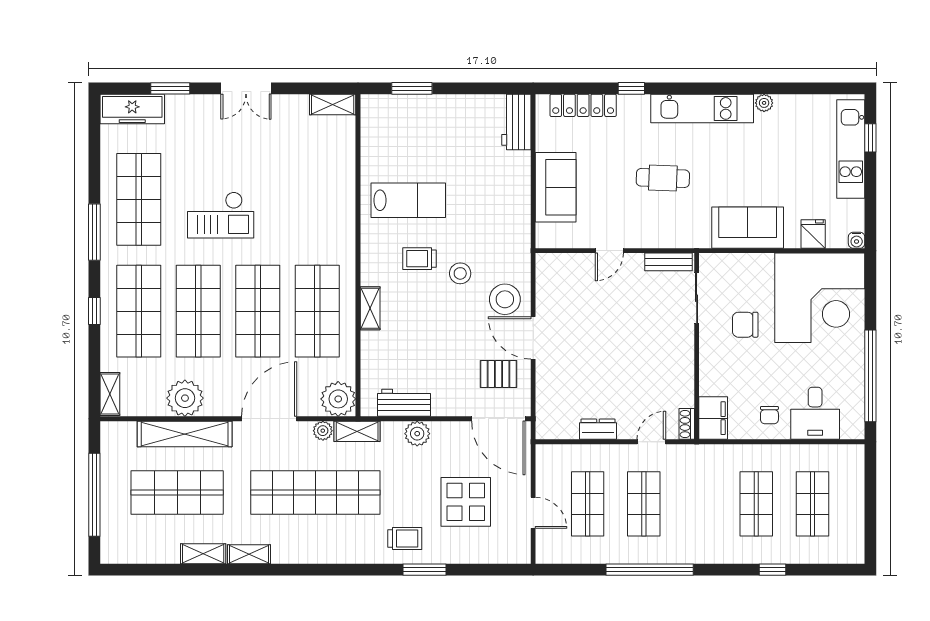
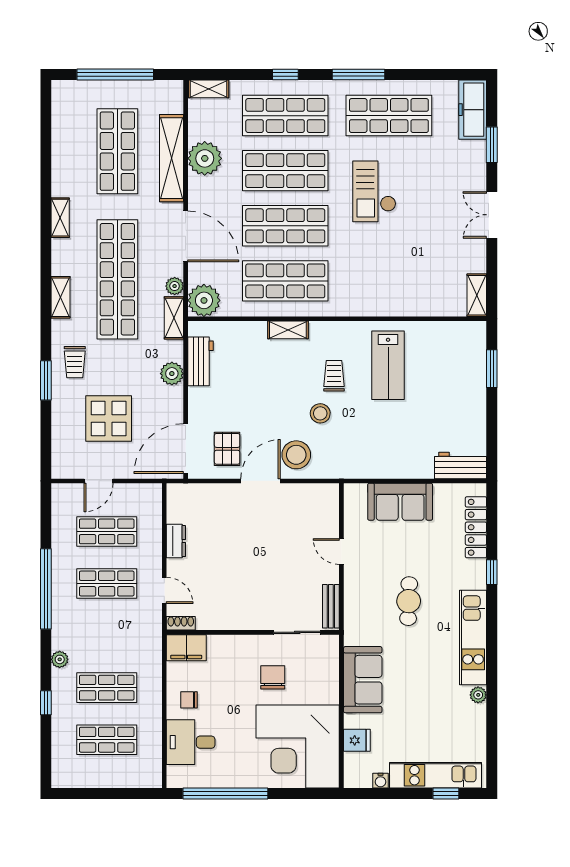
water cooler: (857, 240) -> (381, 781), moved, turned -90
shelving: (203, 554) -> (61, 297), moved
plant: (726, 555) -> (60, 659), added

